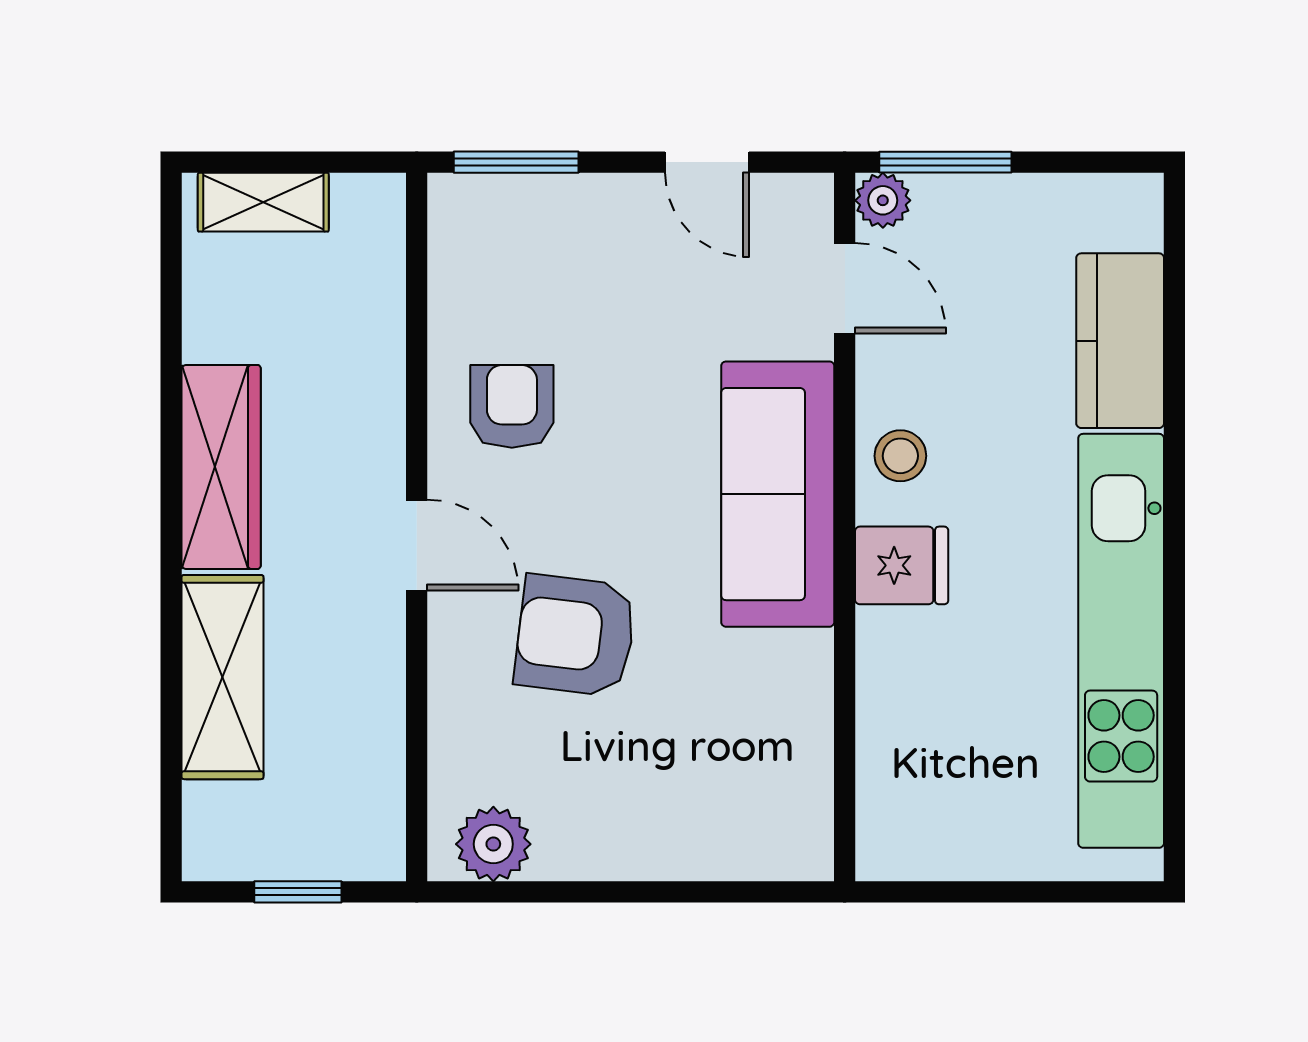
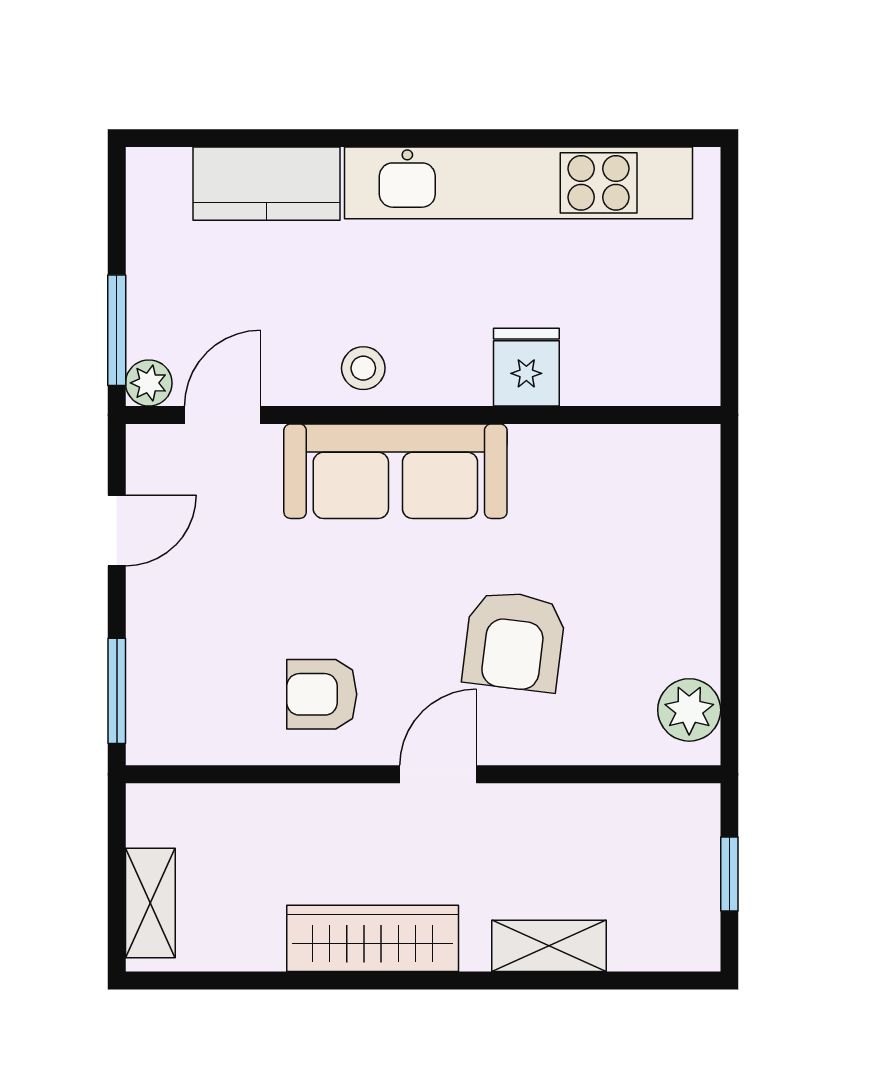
fridge: (902, 565) -> (526, 367), moved
shelving: (223, 677) -> (549, 946), width x0.67, depth x0.75

